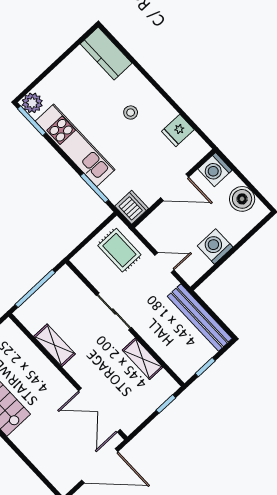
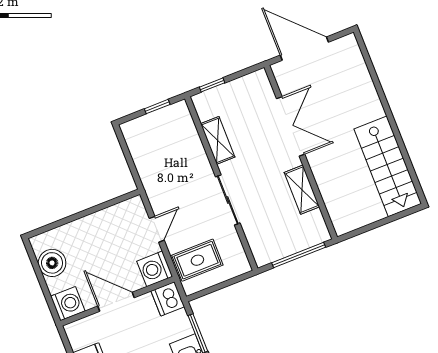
washing machine: (215, 246) -> (155, 269), moved, turned 90
rug: (119, 250) -> (197, 260), turned 90
door: (164, 263) -> (157, 229), swing flipped
bench: (200, 318) -> (143, 159), removed
double door: (99, 410) -> (291, 126), moved

